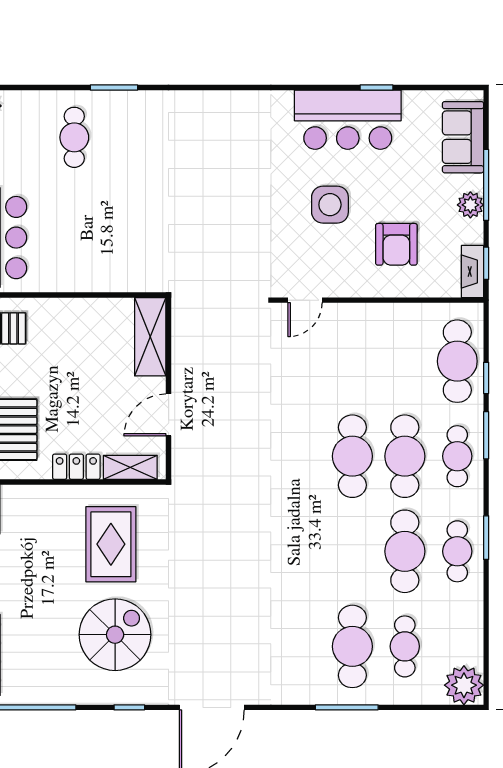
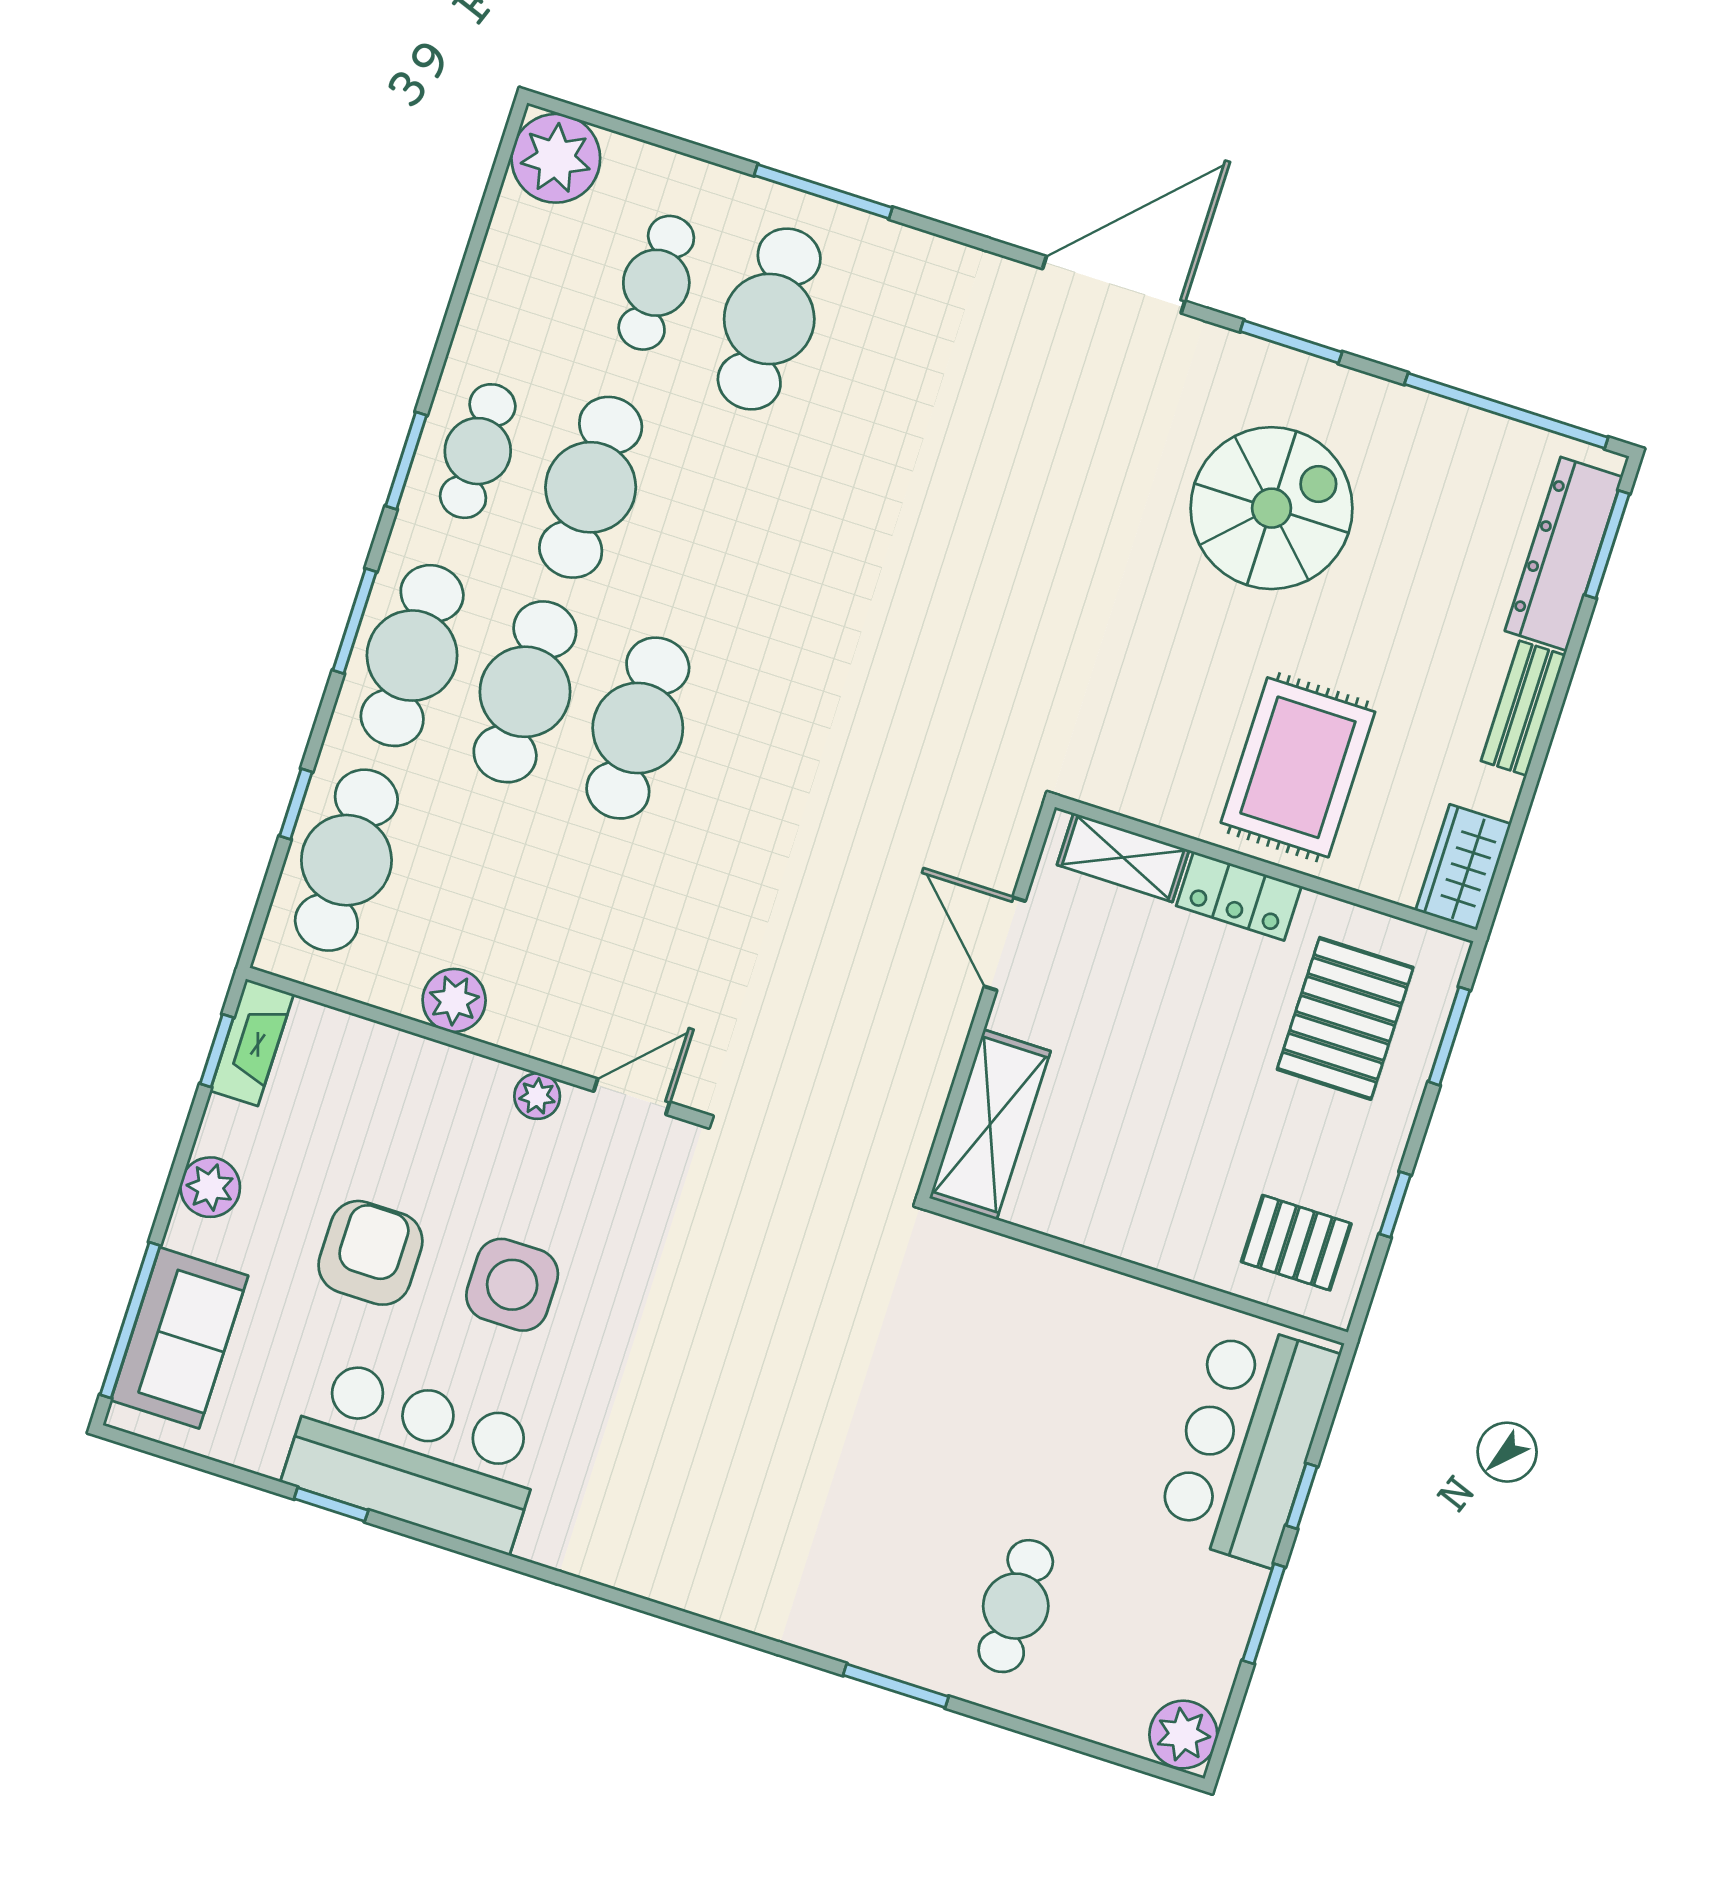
window: (486, 185) -> (130, 1320), moved
armchair: (396, 244) -> (370, 1253), moved
plant: (345, 287) -> (537, 1096), added
plant: (393, 317) -> (454, 1000), added
door: (169, 415) -> (1005, 944), swing flipped
window: (486, 435) -> (355, 621), moved
cafe table: (457, 456) -> (412, 656), width x1.37, depth x1.35
rug: (111, 544) -> (1298, 767), moved
spiral stairs: (115, 635) -> (1272, 508), turned 180
window: (129, 707) -> (1291, 342), width x1.50

